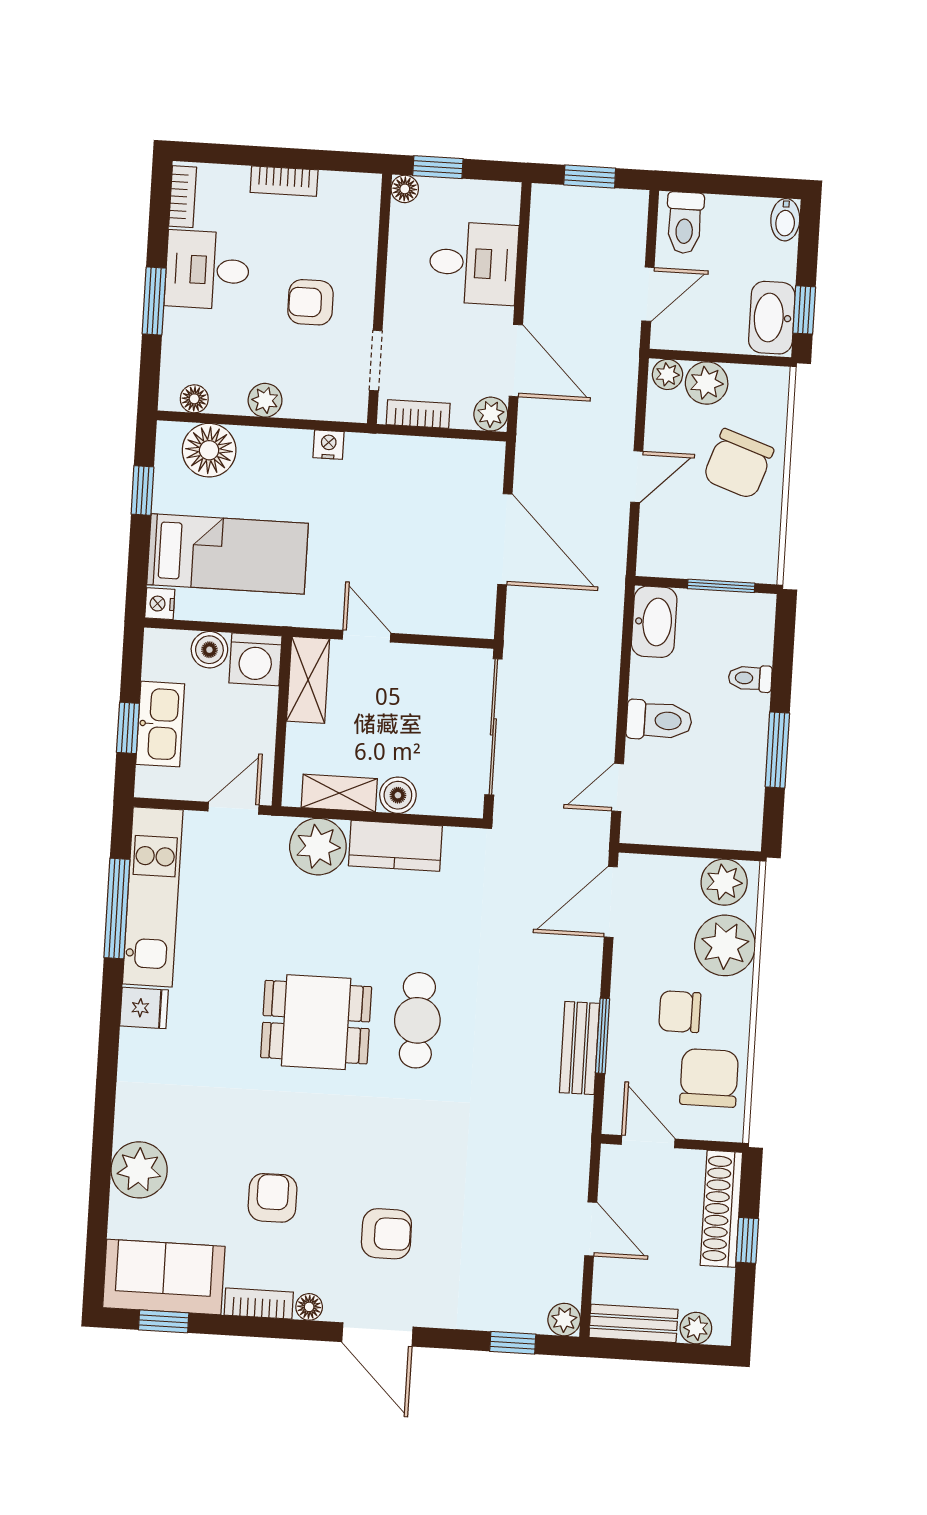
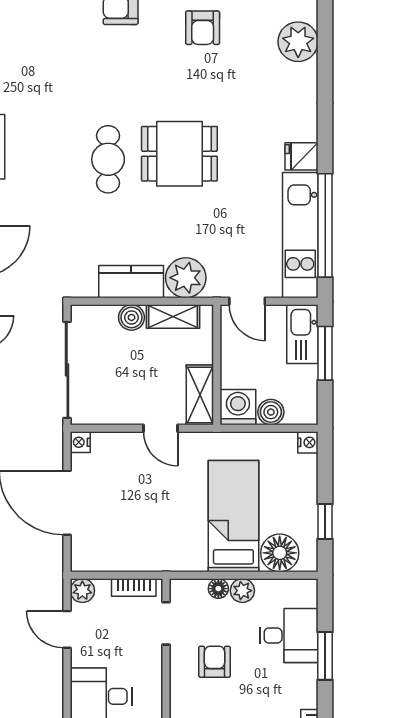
desk: (207, 270) -> (289, 635), moved
armchair: (310, 302) -> (215, 662), turned -90
door: (516, 361) -> (67, 629), width x0.73
floor lamp: (194, 399) -> (218, 589), moved
nightstand: (329, 445) -> (80, 442), moved, turned 90
bed: (228, 554) -> (233, 516), moved, turned 90
kitchen sink: (160, 724) -> (302, 334), moved
window: (128, 728) -> (325, 353), width x1.50
door: (234, 808) -> (247, 301), hinge flipped
window: (117, 908) -> (325, 225), width x1.46

